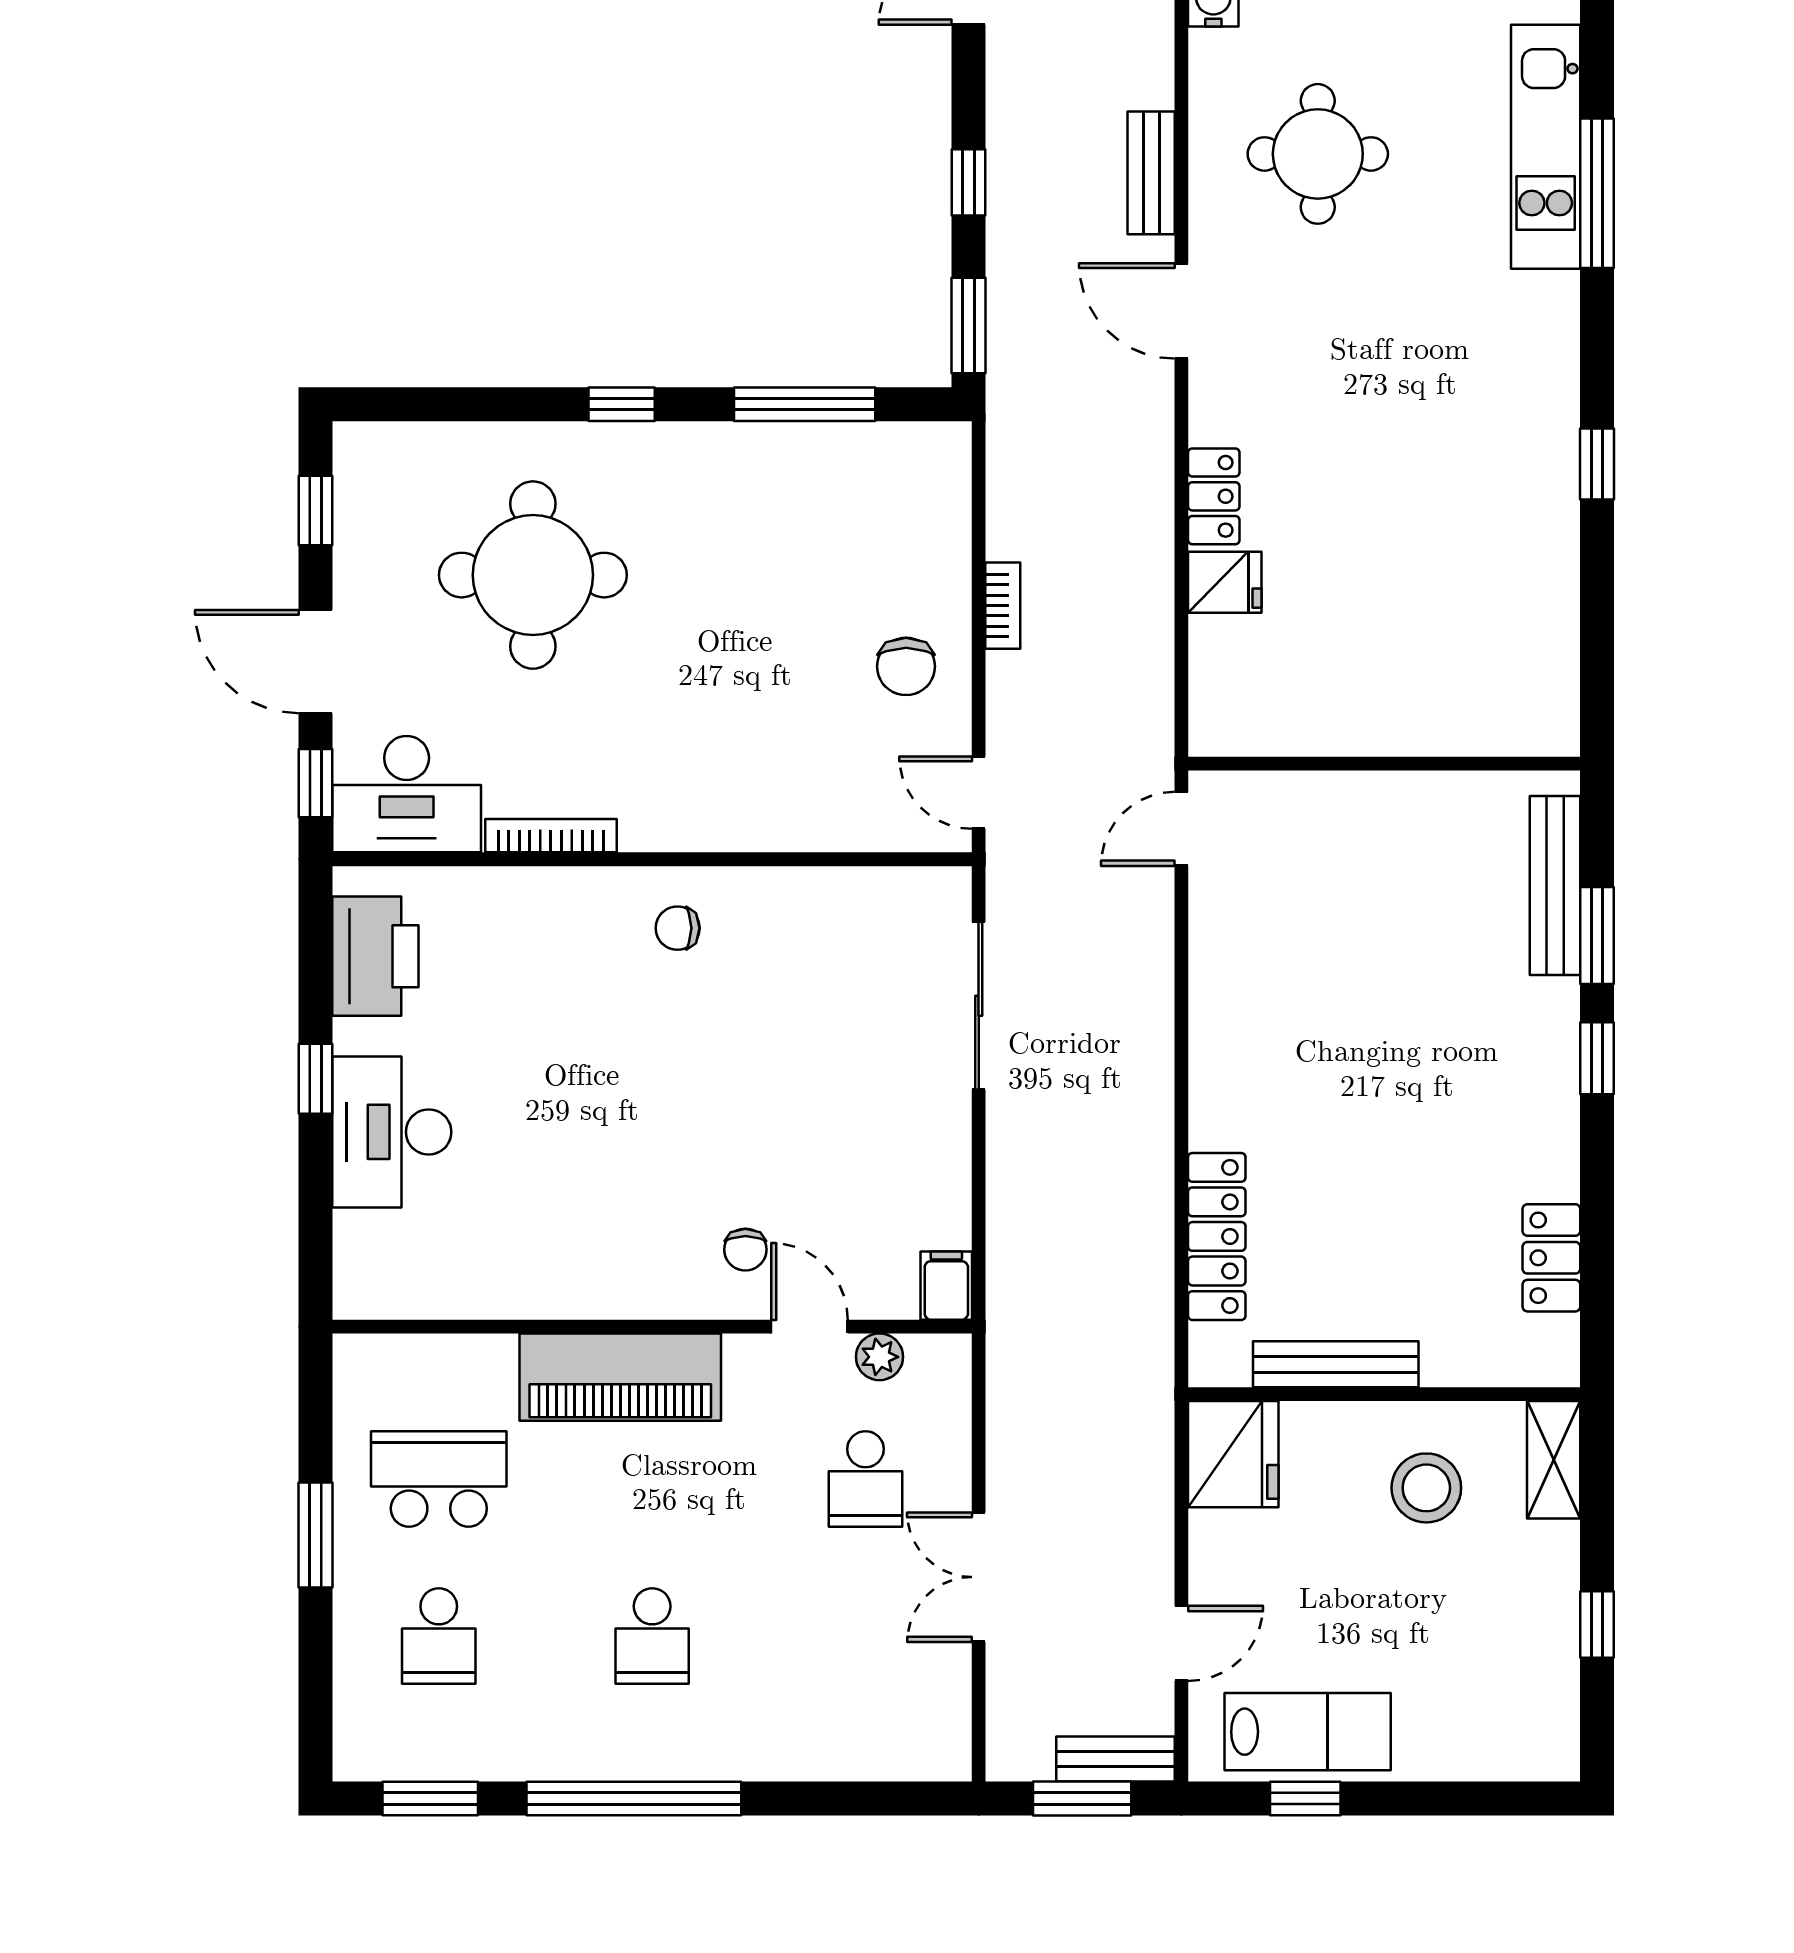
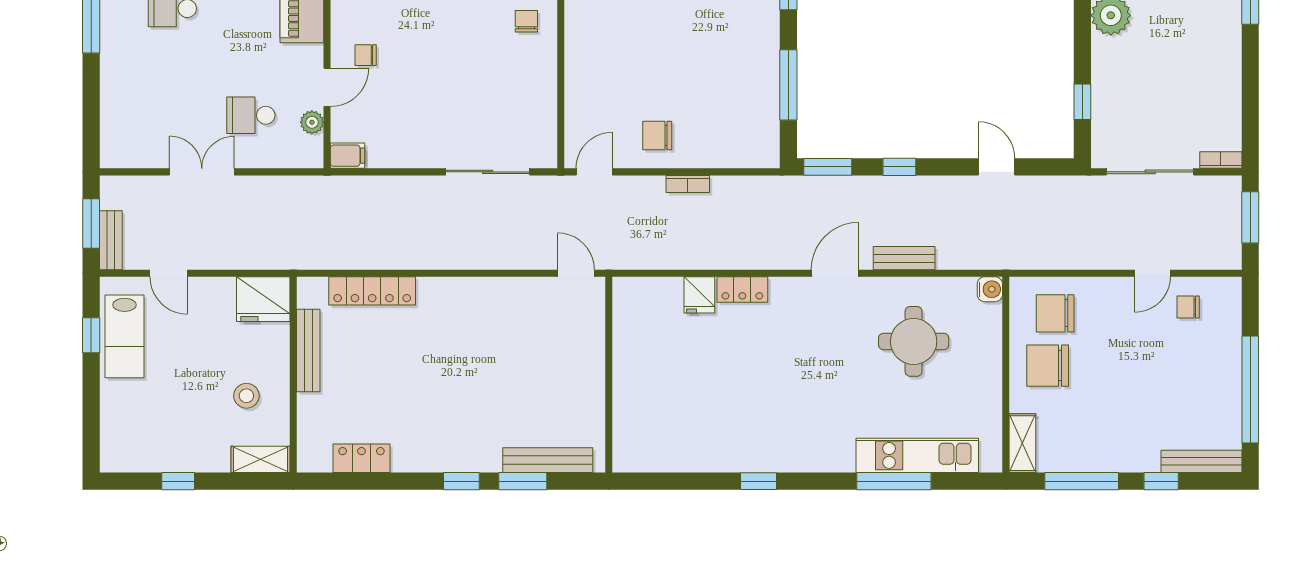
stool: (1426, 1488) -> (246, 396), width x0.73, depth x0.73

